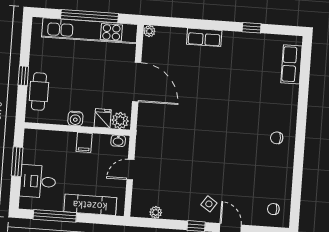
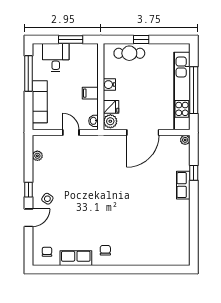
window: (252, 28) -> (194, 173), moved
row of seats: (292, 64) -> (76, 258), moved

